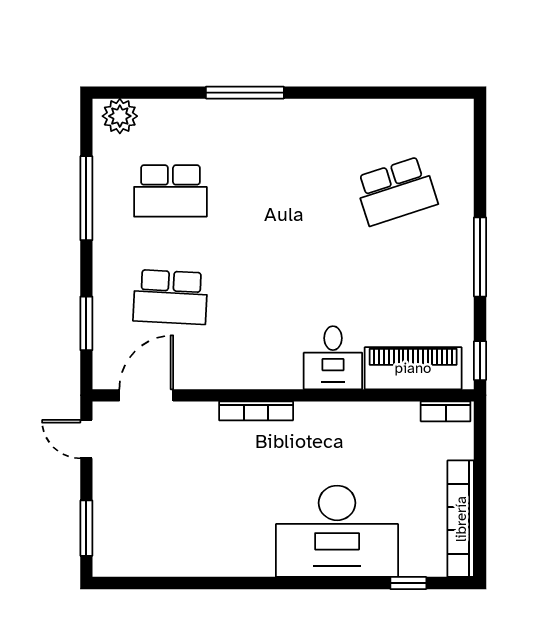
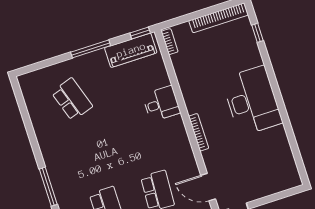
piano: (413, 368) -> (131, 50), moved, turned -90
window: (86, 528) -> (281, 195), removed
desk: (337, 531) -> (252, 101), moved

